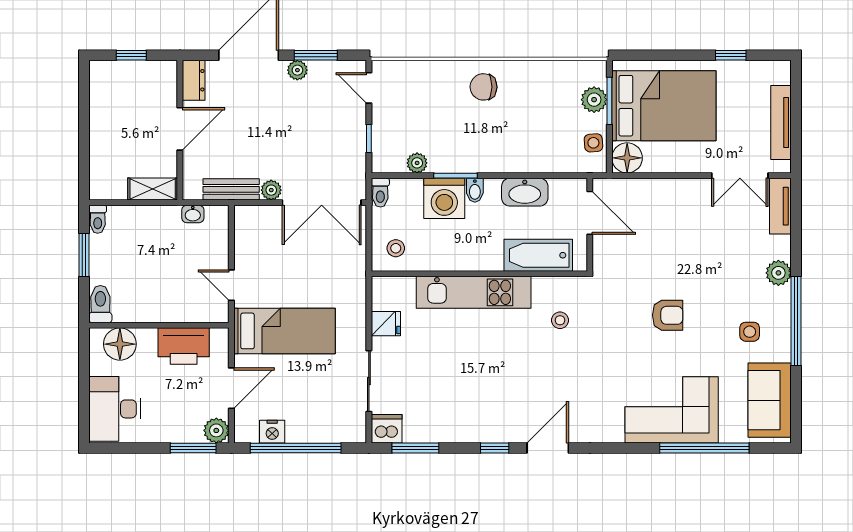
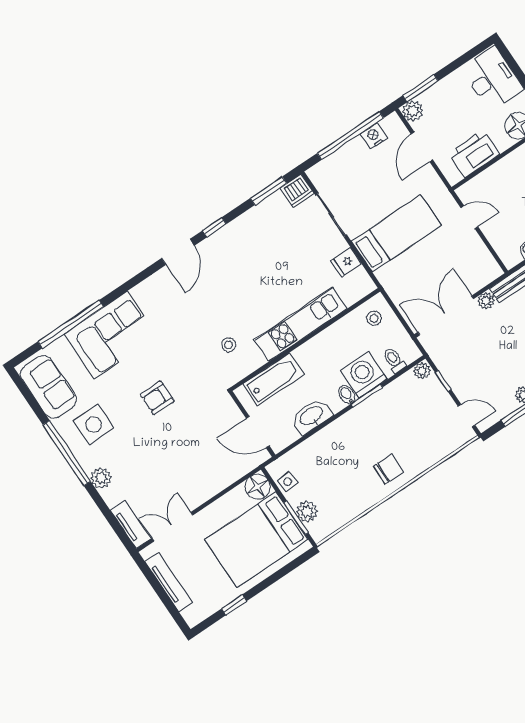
plant: (417, 163) -> (422, 371), moved
toilet: (380, 193) -> (394, 360), moved
bed: (284, 331) -> (396, 233), moved, turned 180
side table: (750, 332) -> (94, 424), width x1.87, depth x1.87

